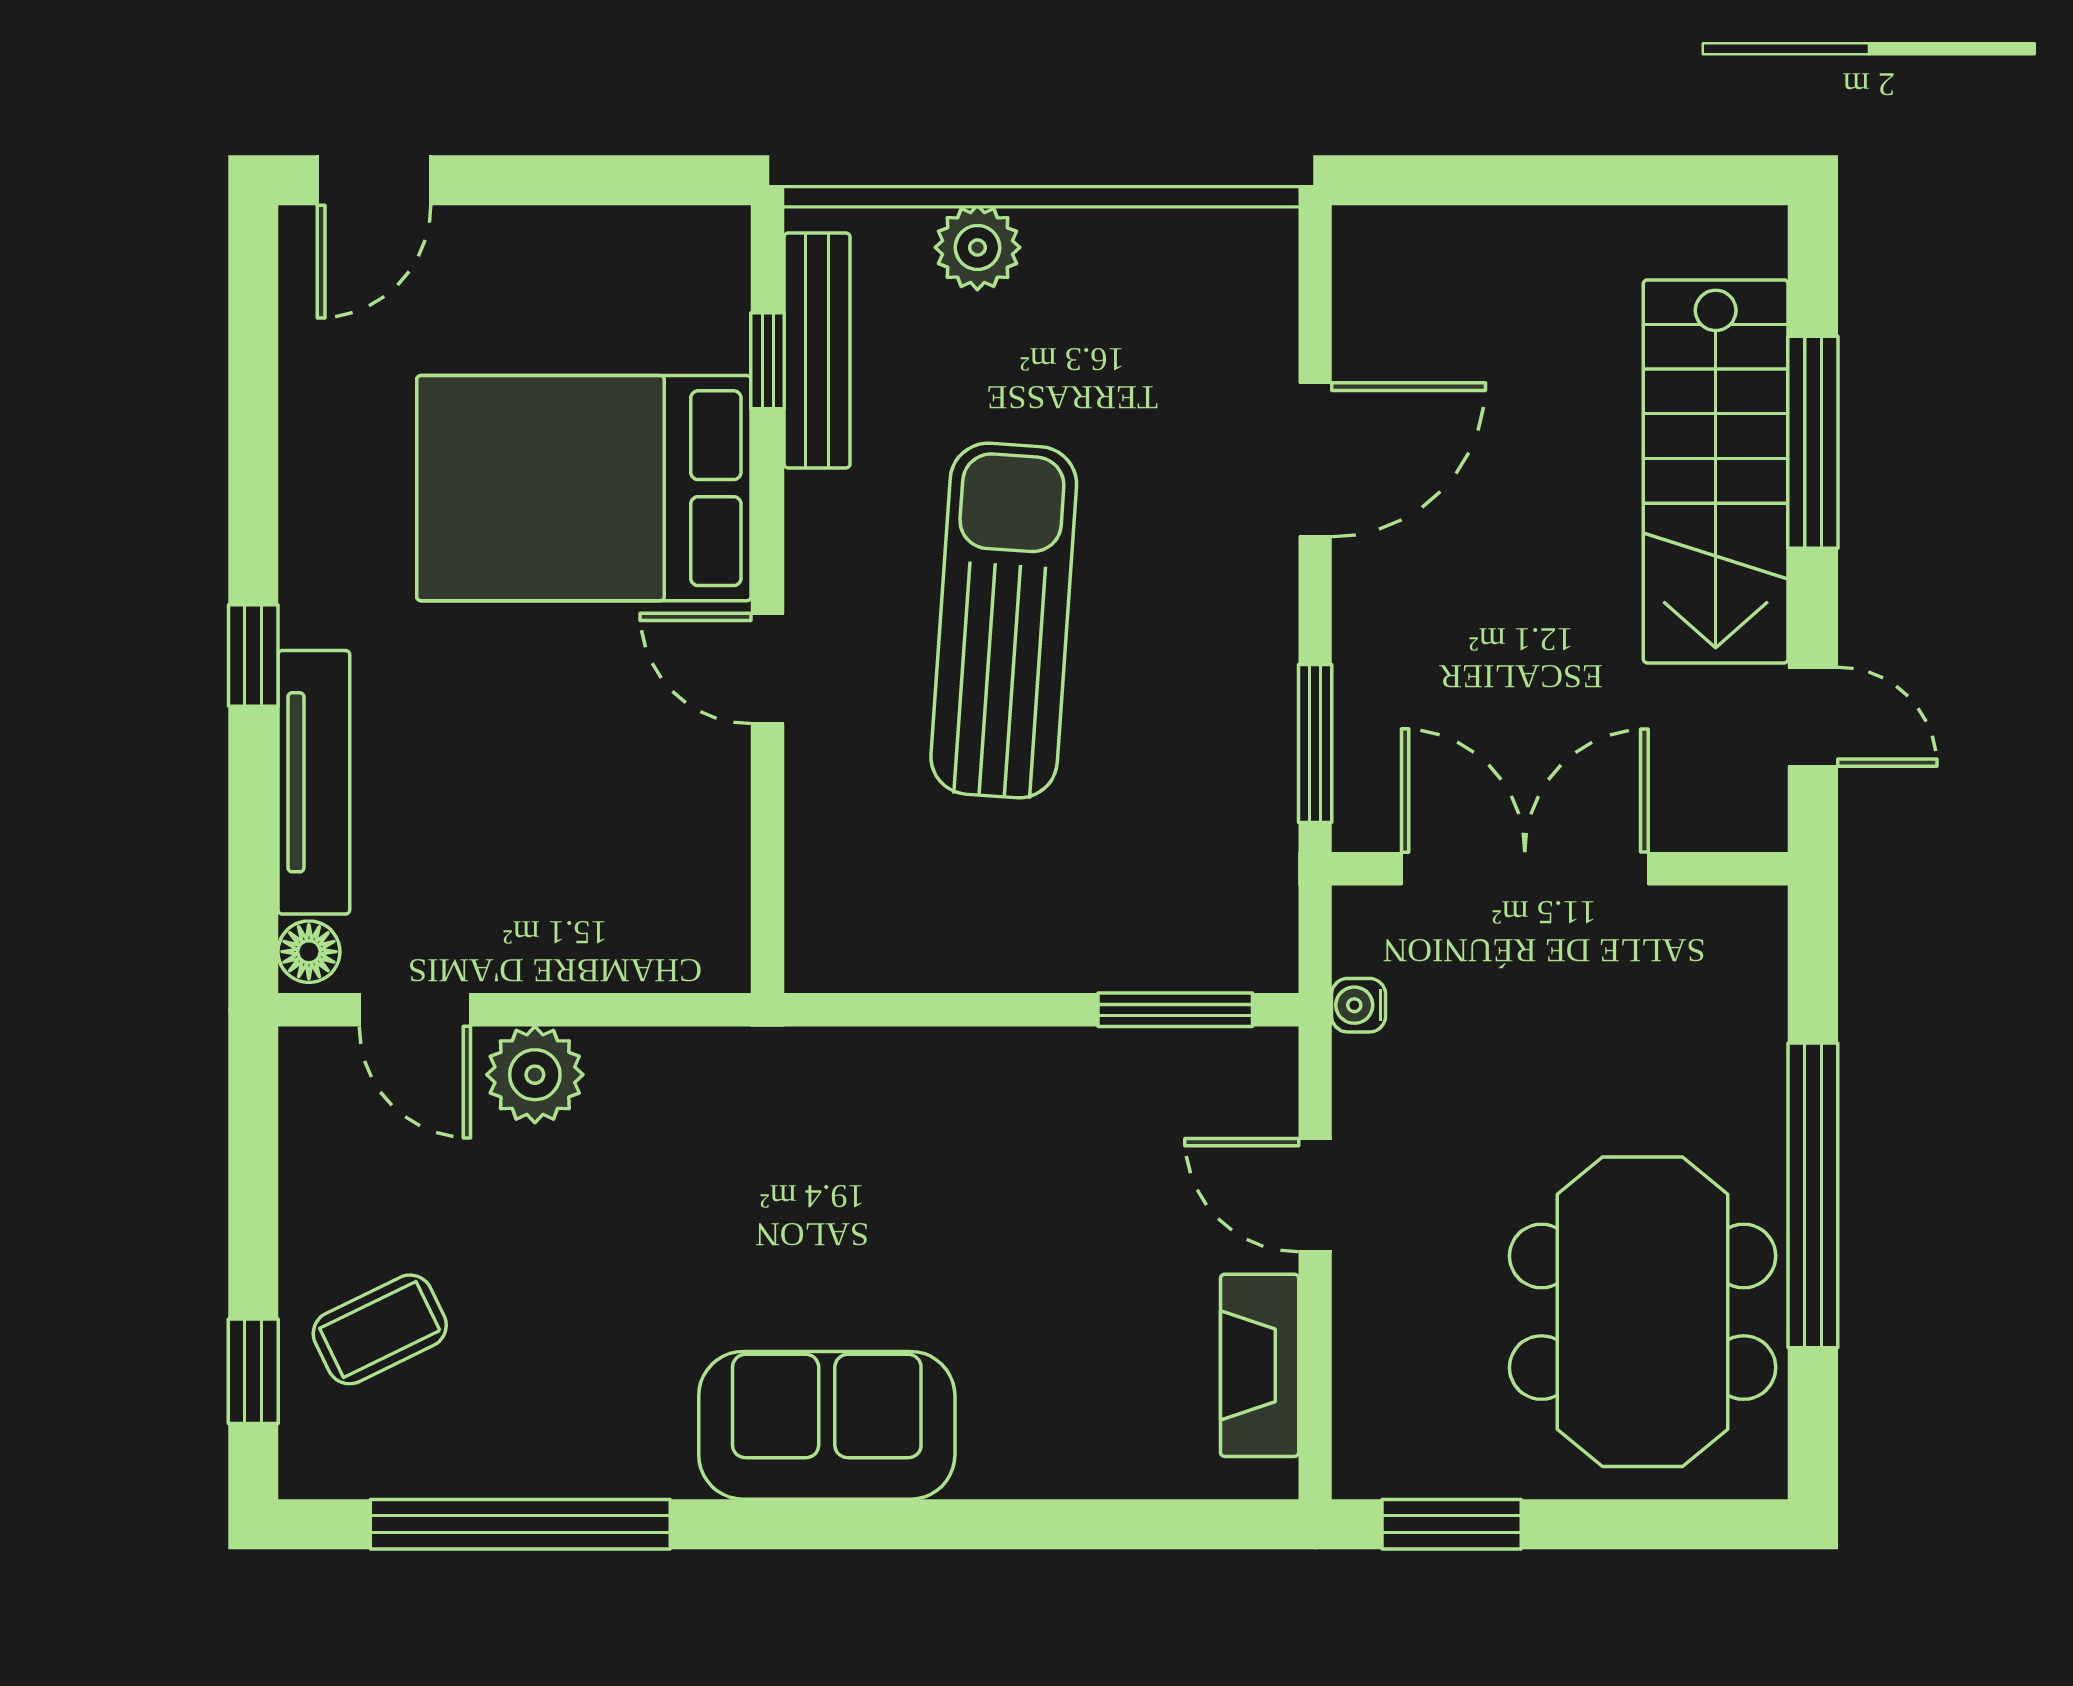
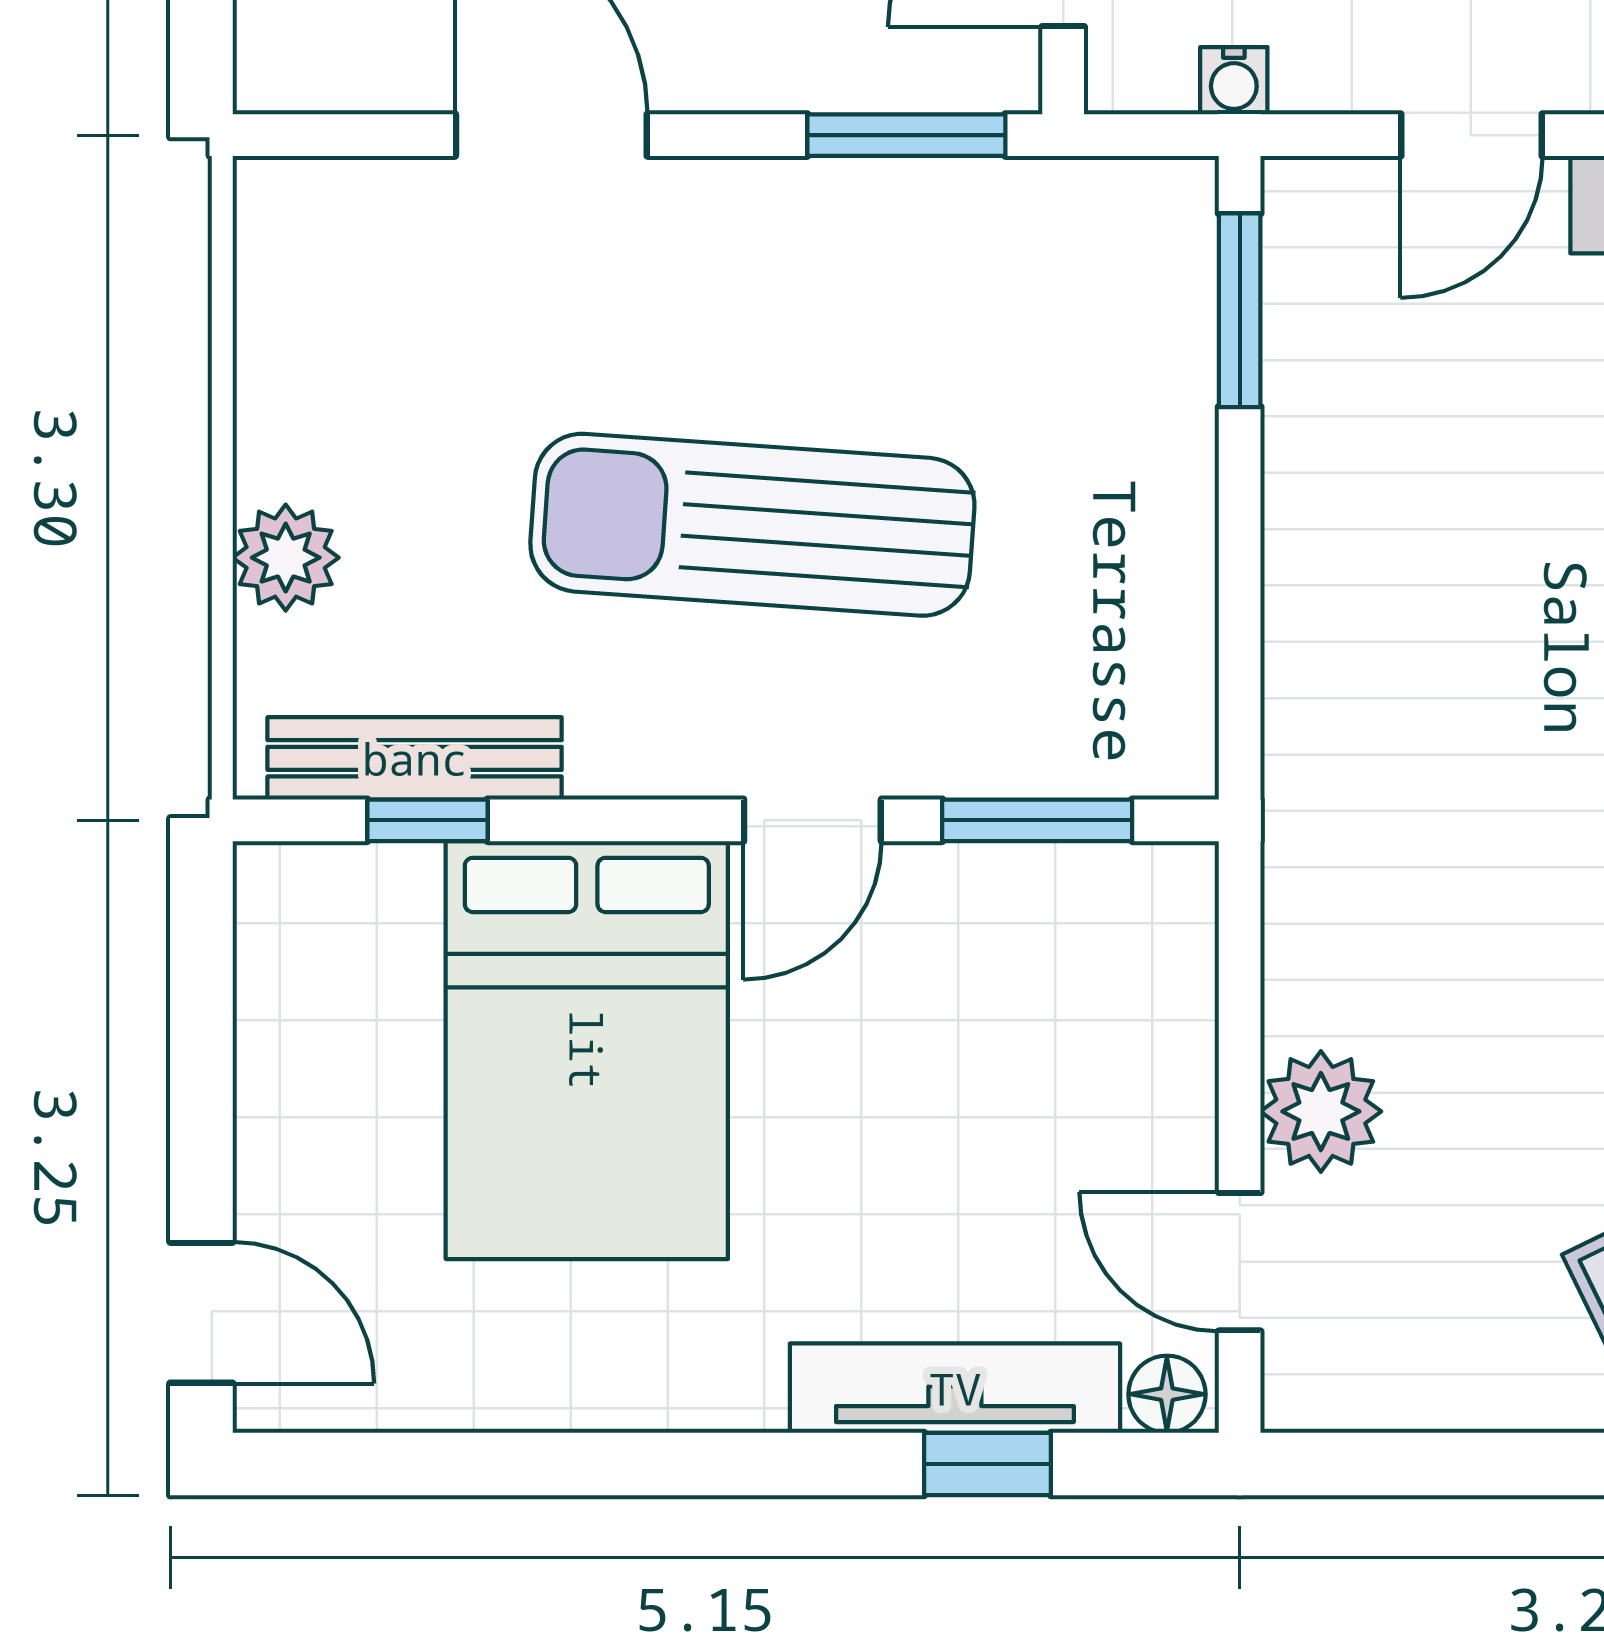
window: (253, 655) -> (987, 1464), moved
window: (768, 848) -> (1037, 820), added
door: (415, 1010) -> (1240, 1262), swing flipped

